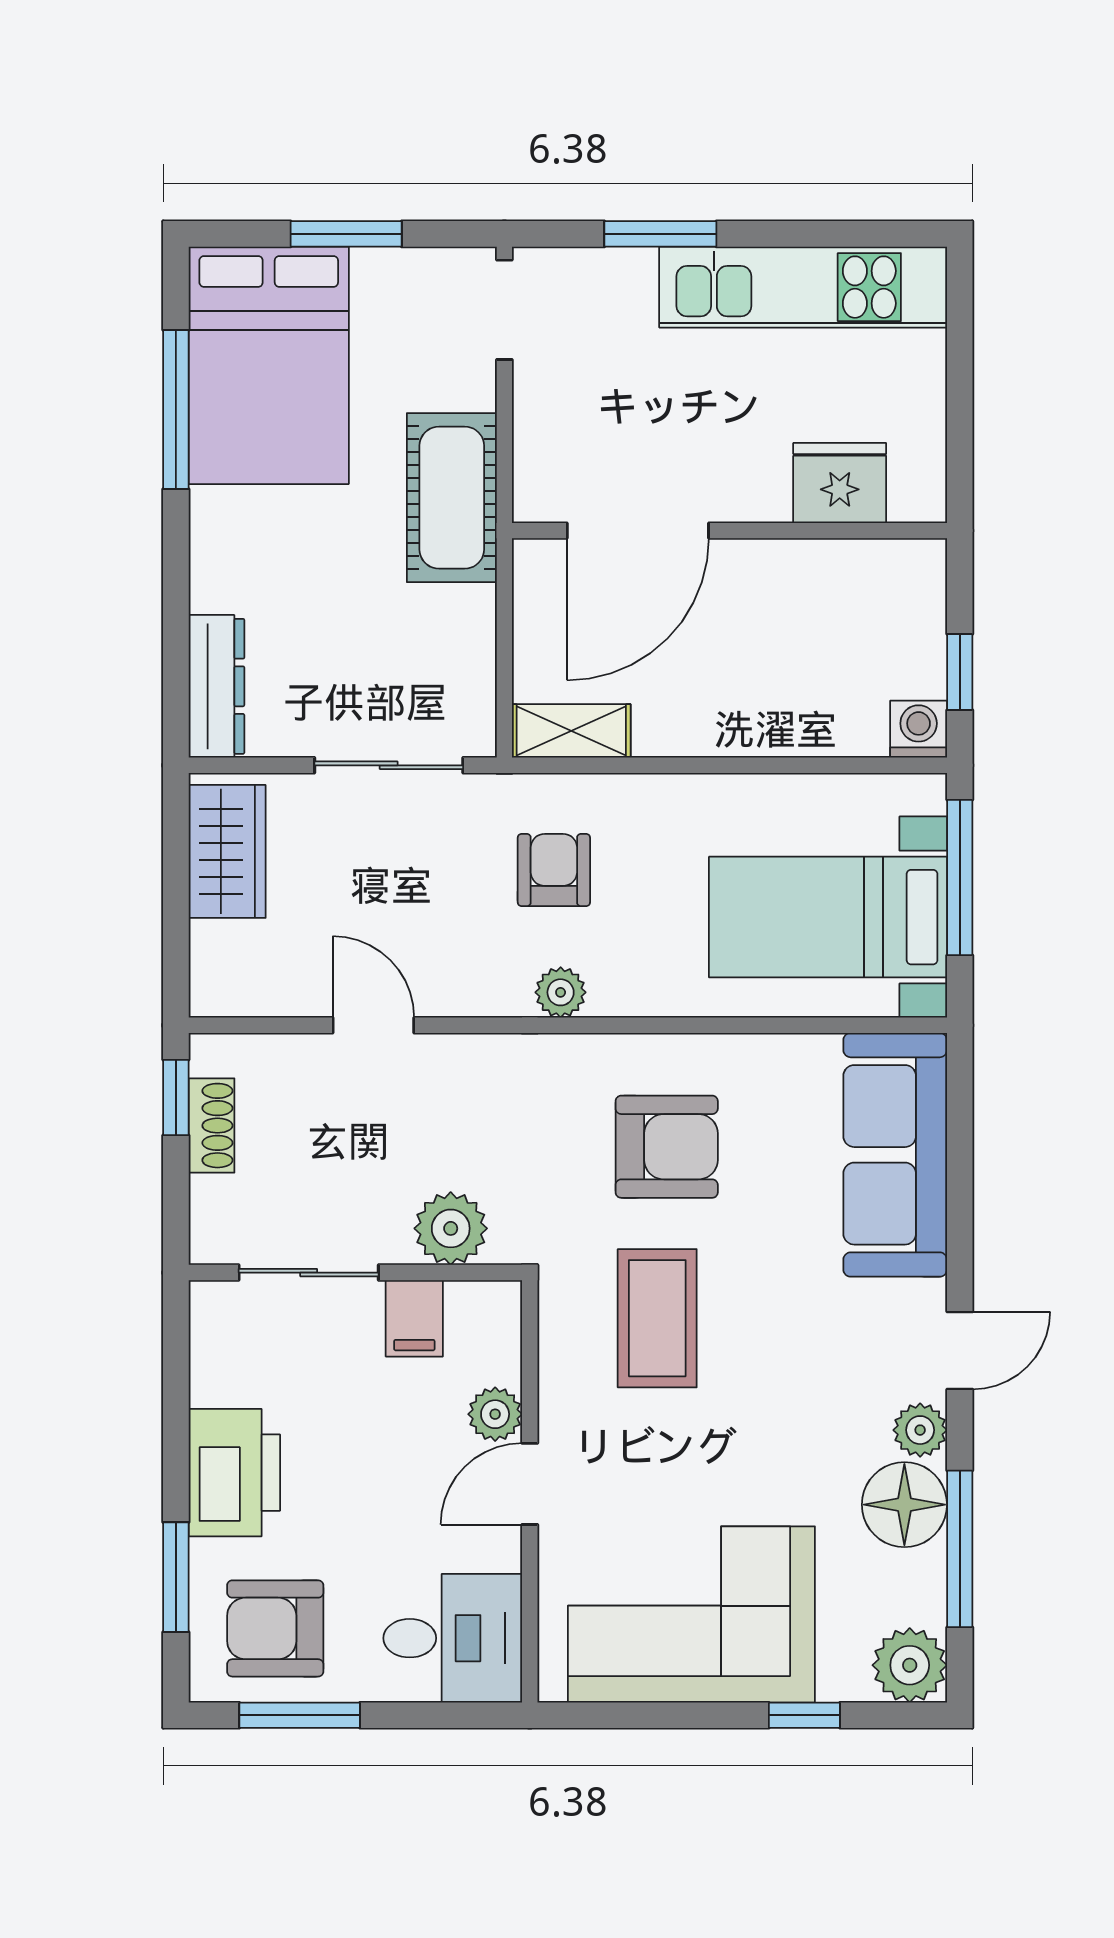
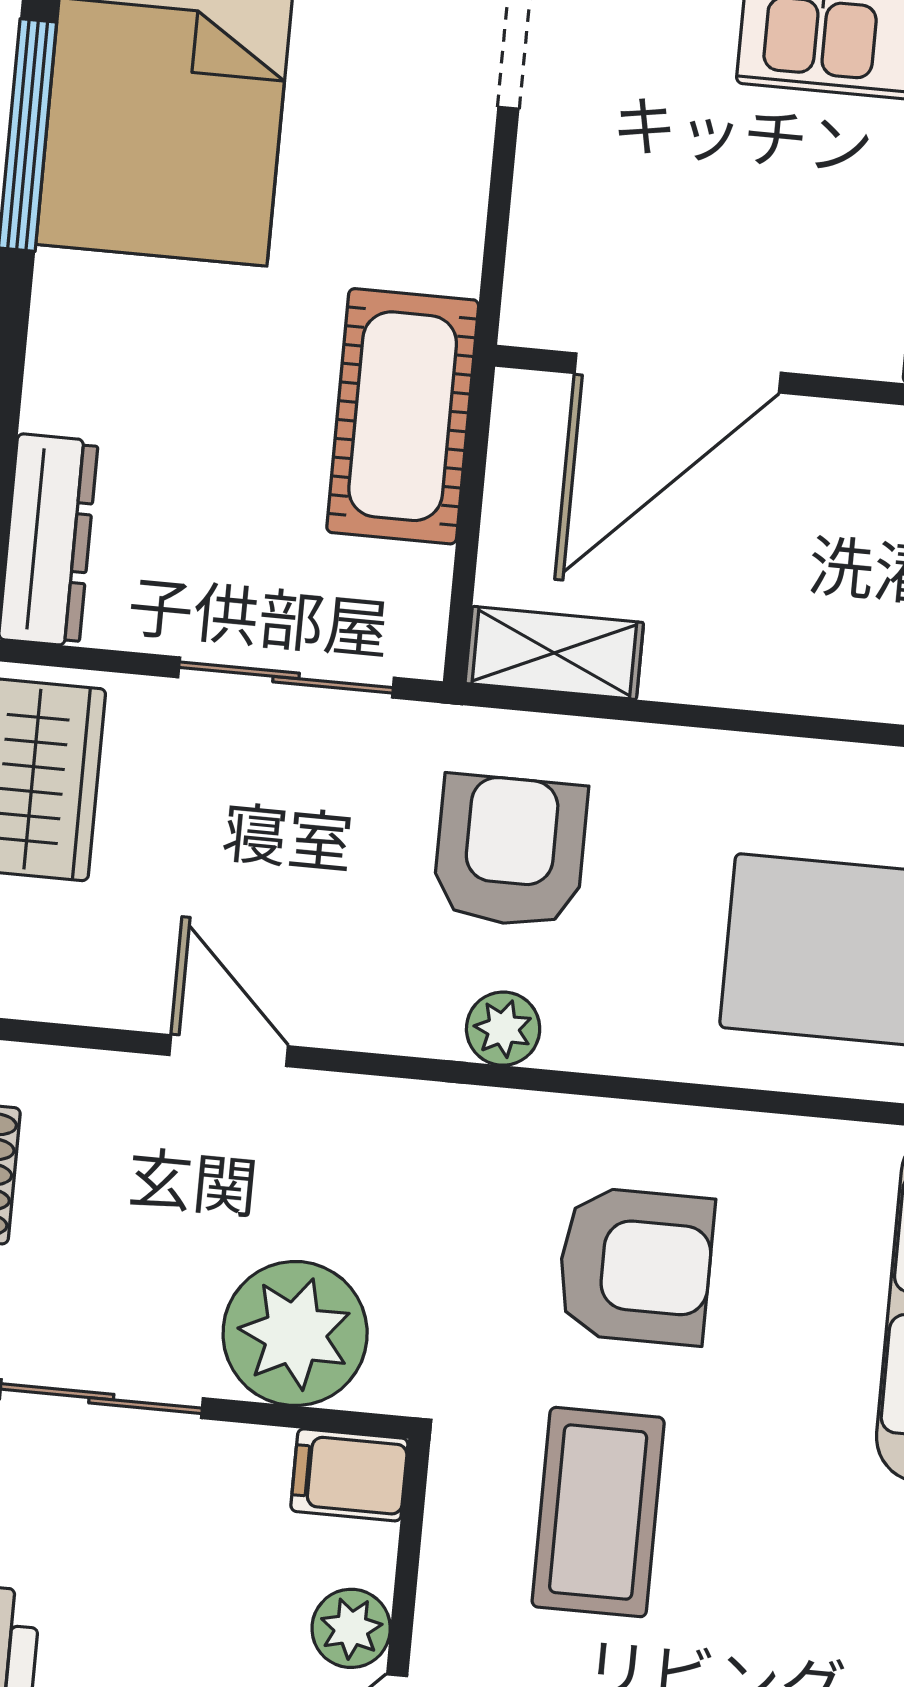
cot: (452, 498) -> (403, 416), moved
armchair: (554, 870) -> (510, 851), width x1.38, depth x1.38
plant: (451, 1228) -> (295, 1333), width x1.36, depth x1.36
filing cabinet: (414, 1318) -> (349, 1475), moved, turned 90

